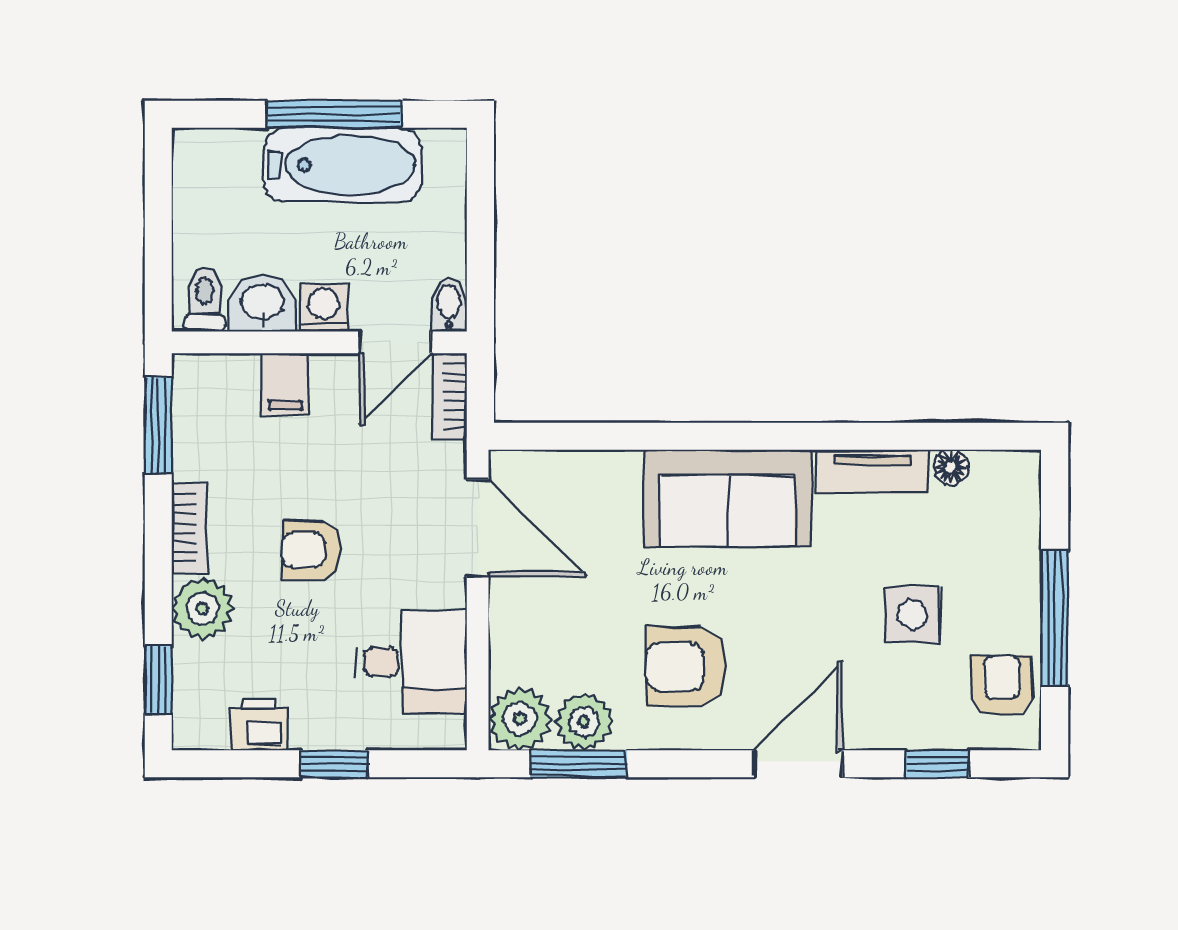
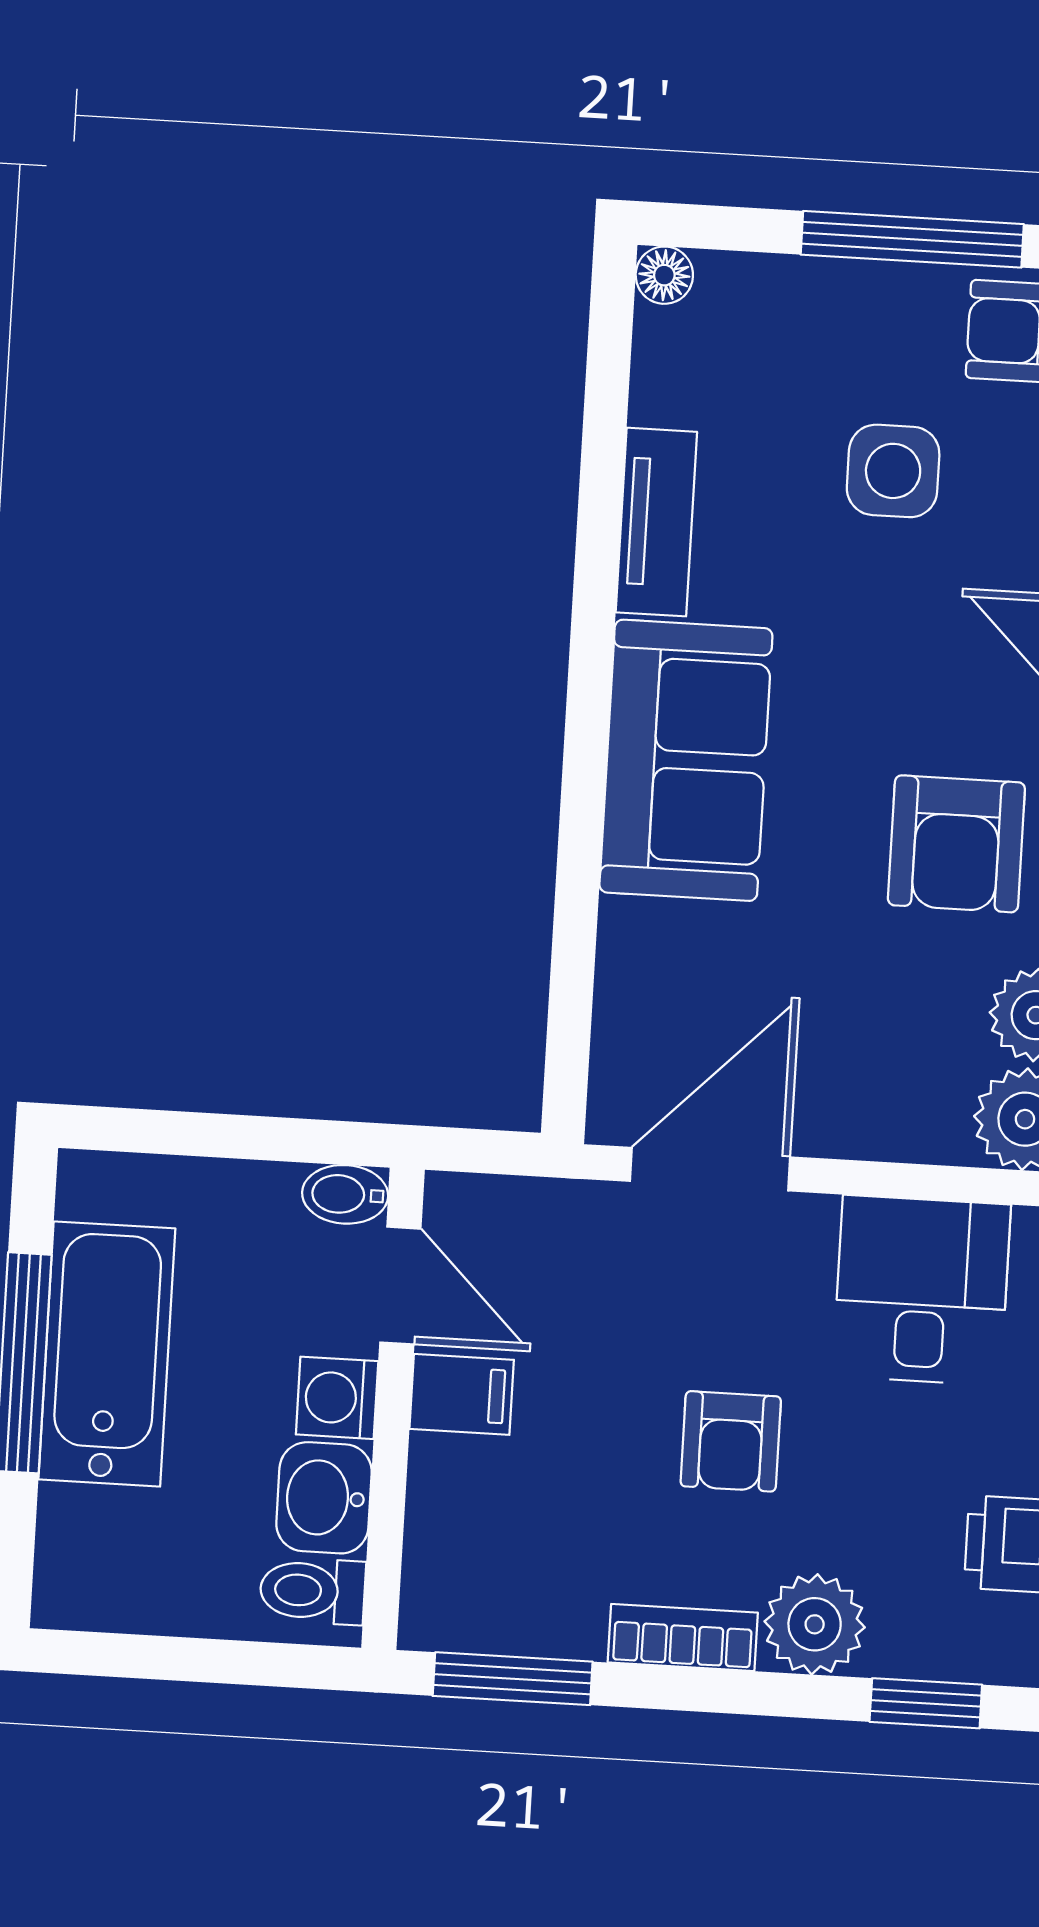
filing cabinet: (285, 384) -> (462, 1394), moved
bookcase: (450, 396) -> (493, 1202), removed
floor lamp: (951, 467) -> (664, 275), moved

